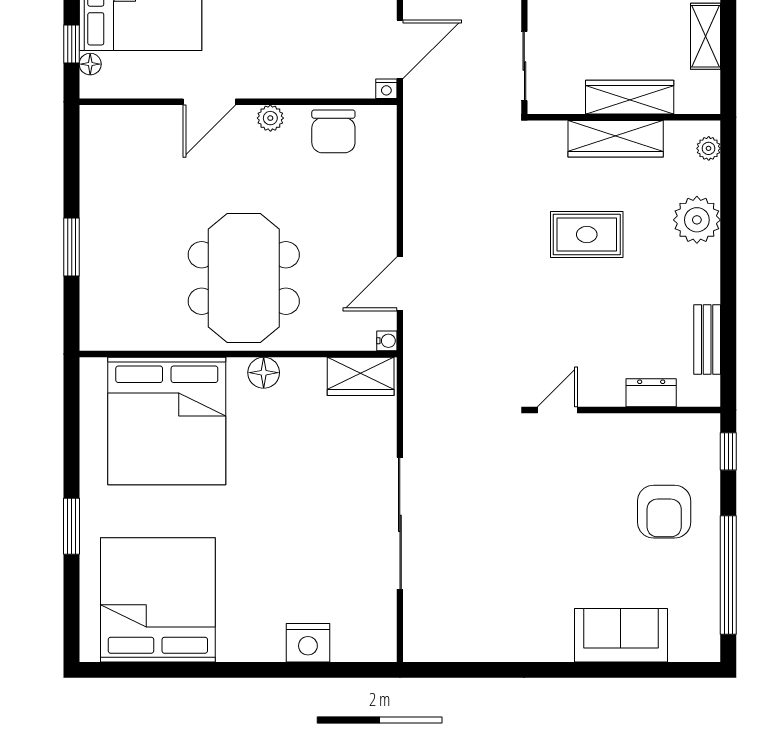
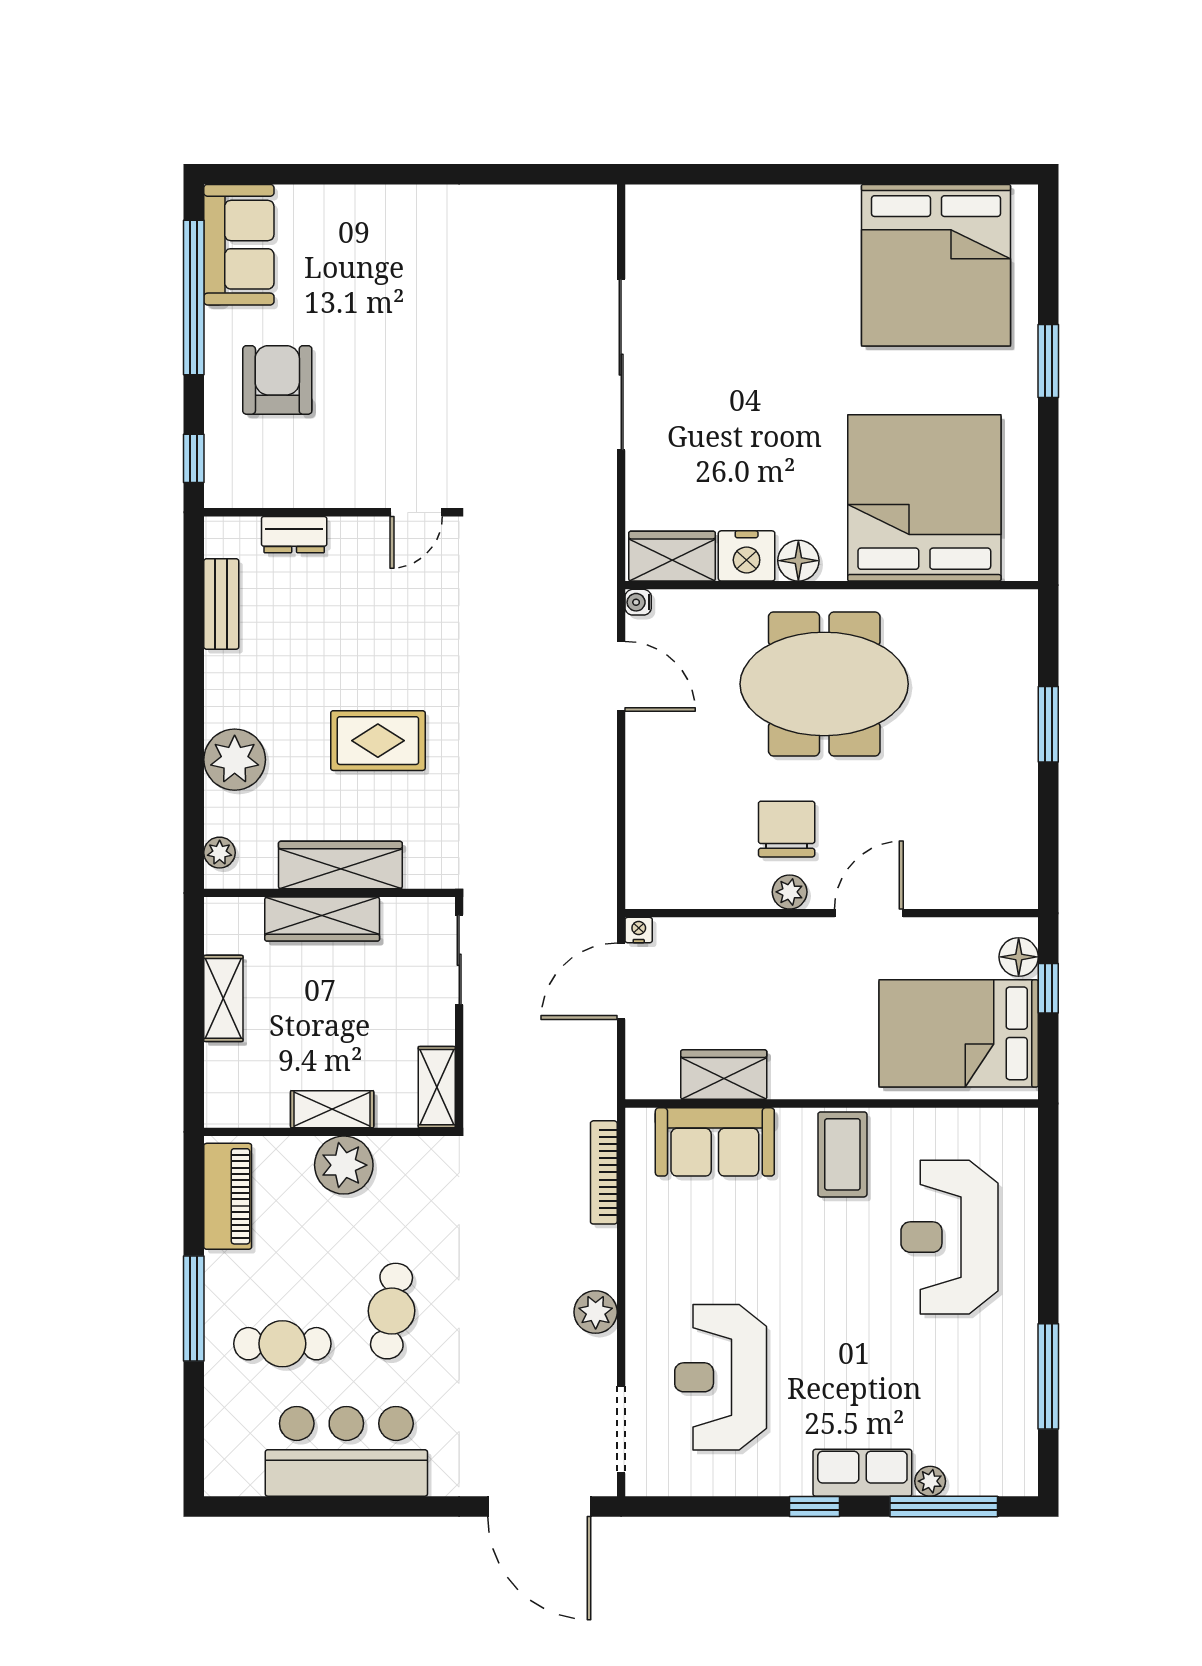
floor lamp: (90, 64) -> (1019, 957), width x1.37, depth x1.37
chair: (333, 131) -> (787, 829), moved
meeting table: (244, 278) -> (824, 684), turned 90
door: (400, 284) -> (621, 676), hinge flipped
sofa: (621, 635) -> (239, 245), moved, turned -90
nightstand: (308, 643) -> (747, 556), moved, turned 180

